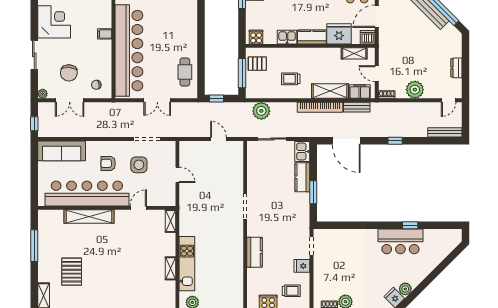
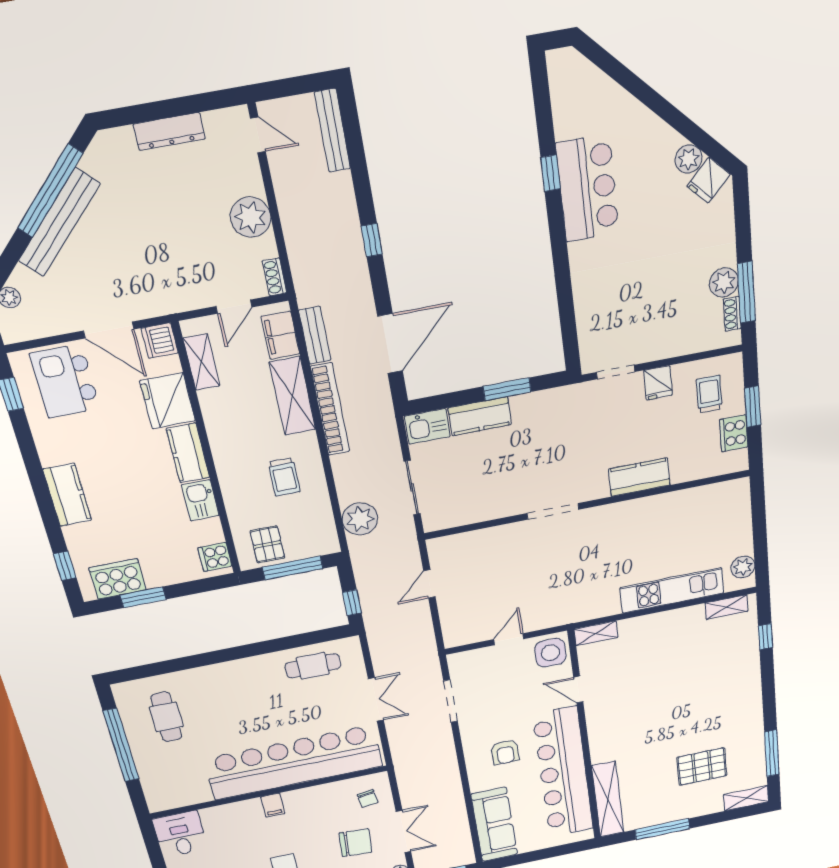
dresser: (456, 68) -> (169, 131), width x1.44
side table: (139, 165) -> (550, 653), moved
shelving: (89, 216) -> (608, 799), moved
shelving: (170, 268) -> (727, 607), moved

